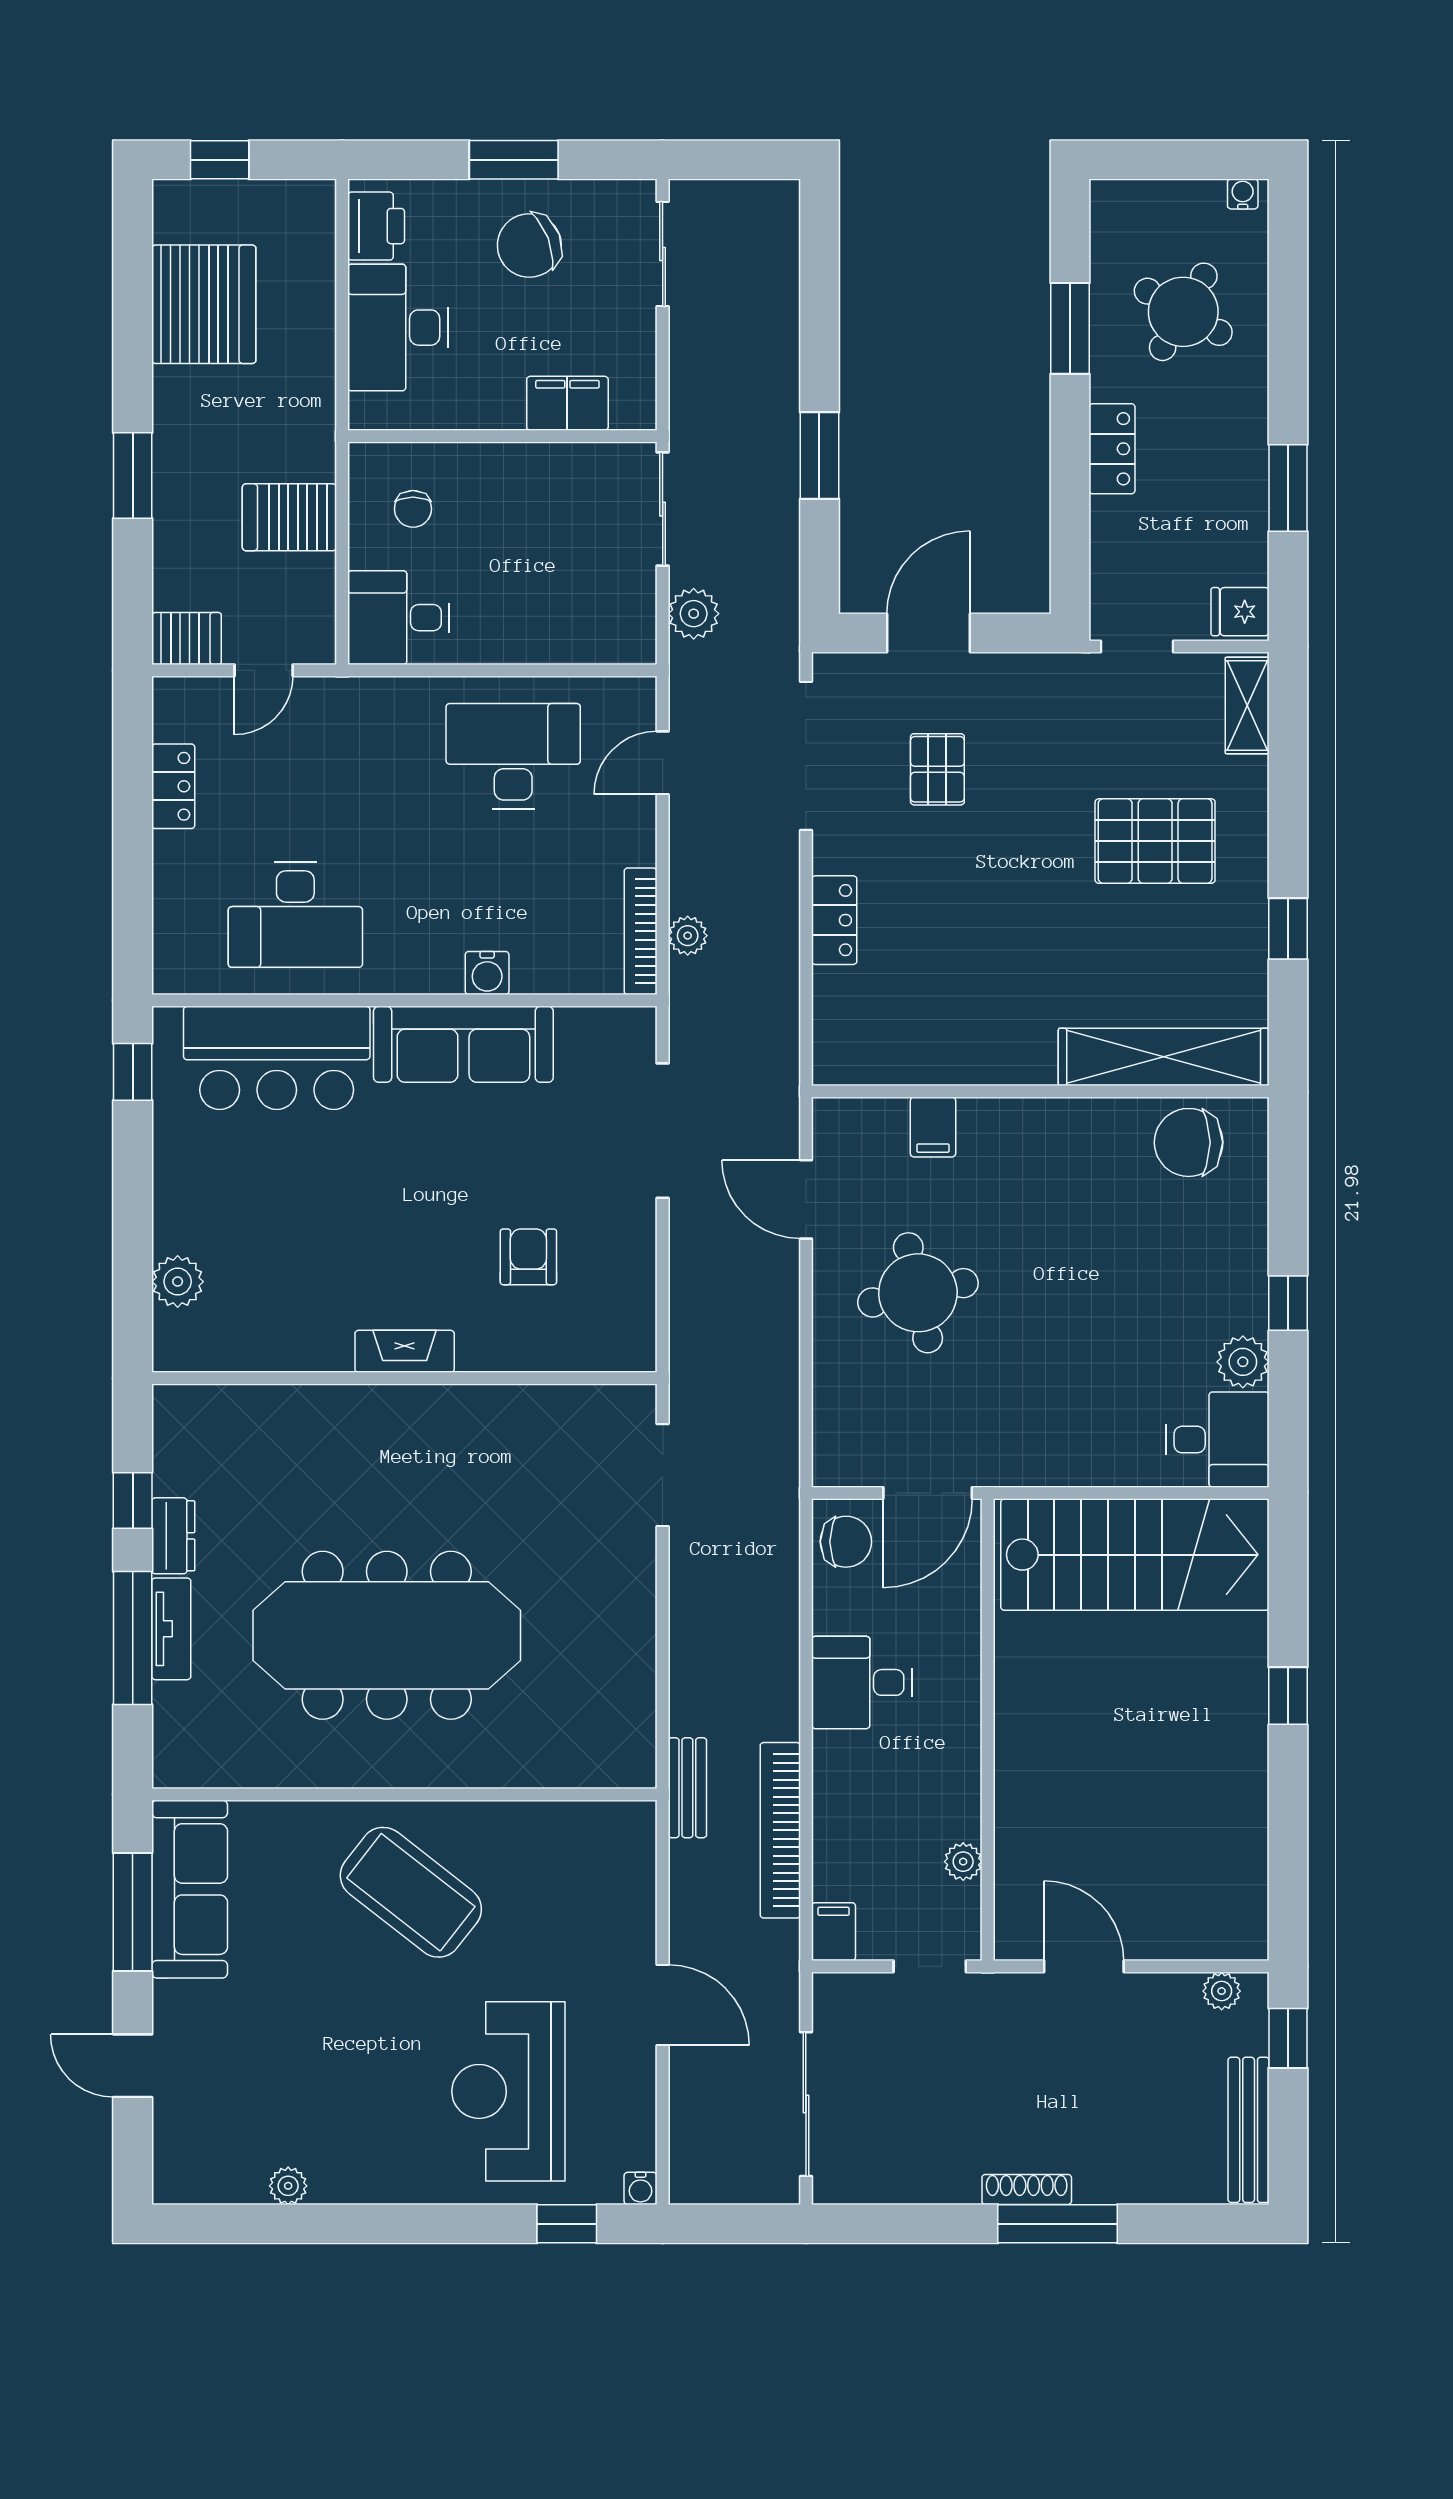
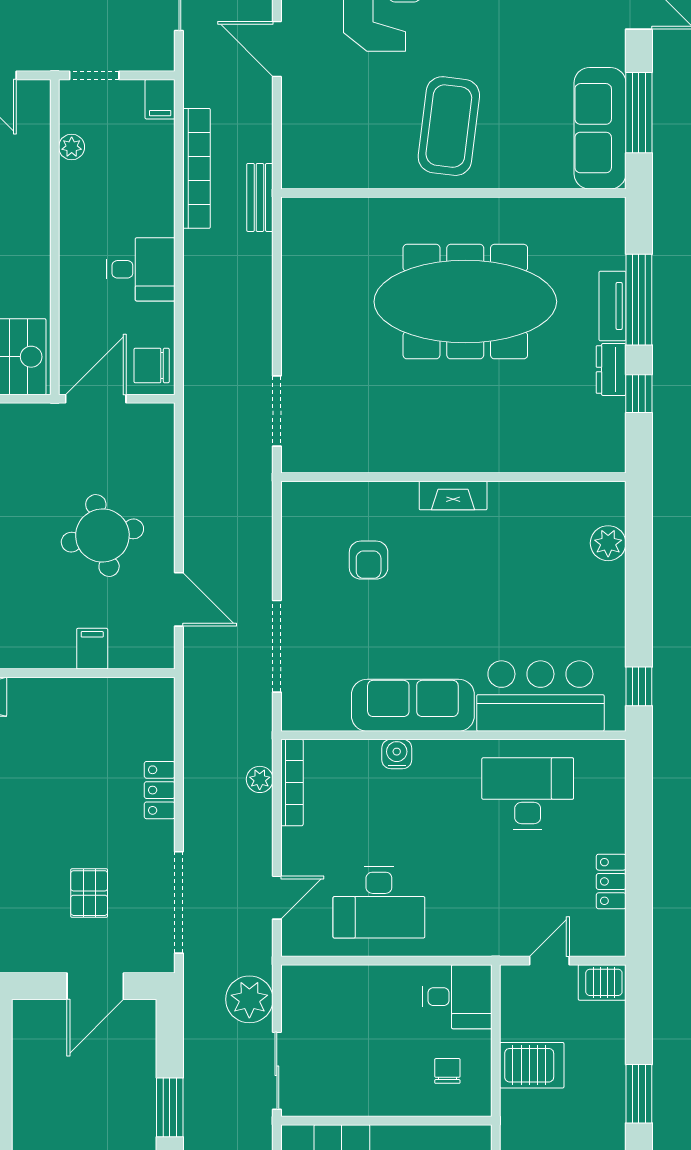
plant: (694, 614) -> (249, 999), width x1.36, depth x1.36
coffee table: (411, 1892) -> (449, 126), turned 59

